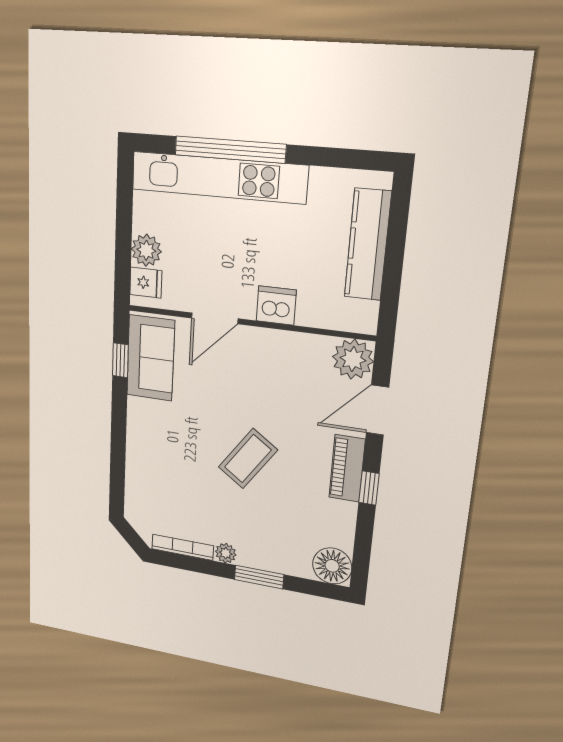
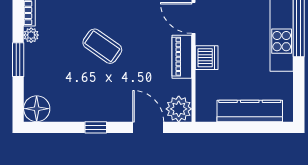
piano: (347, 468) -> (182, 57), moved, turned -90

